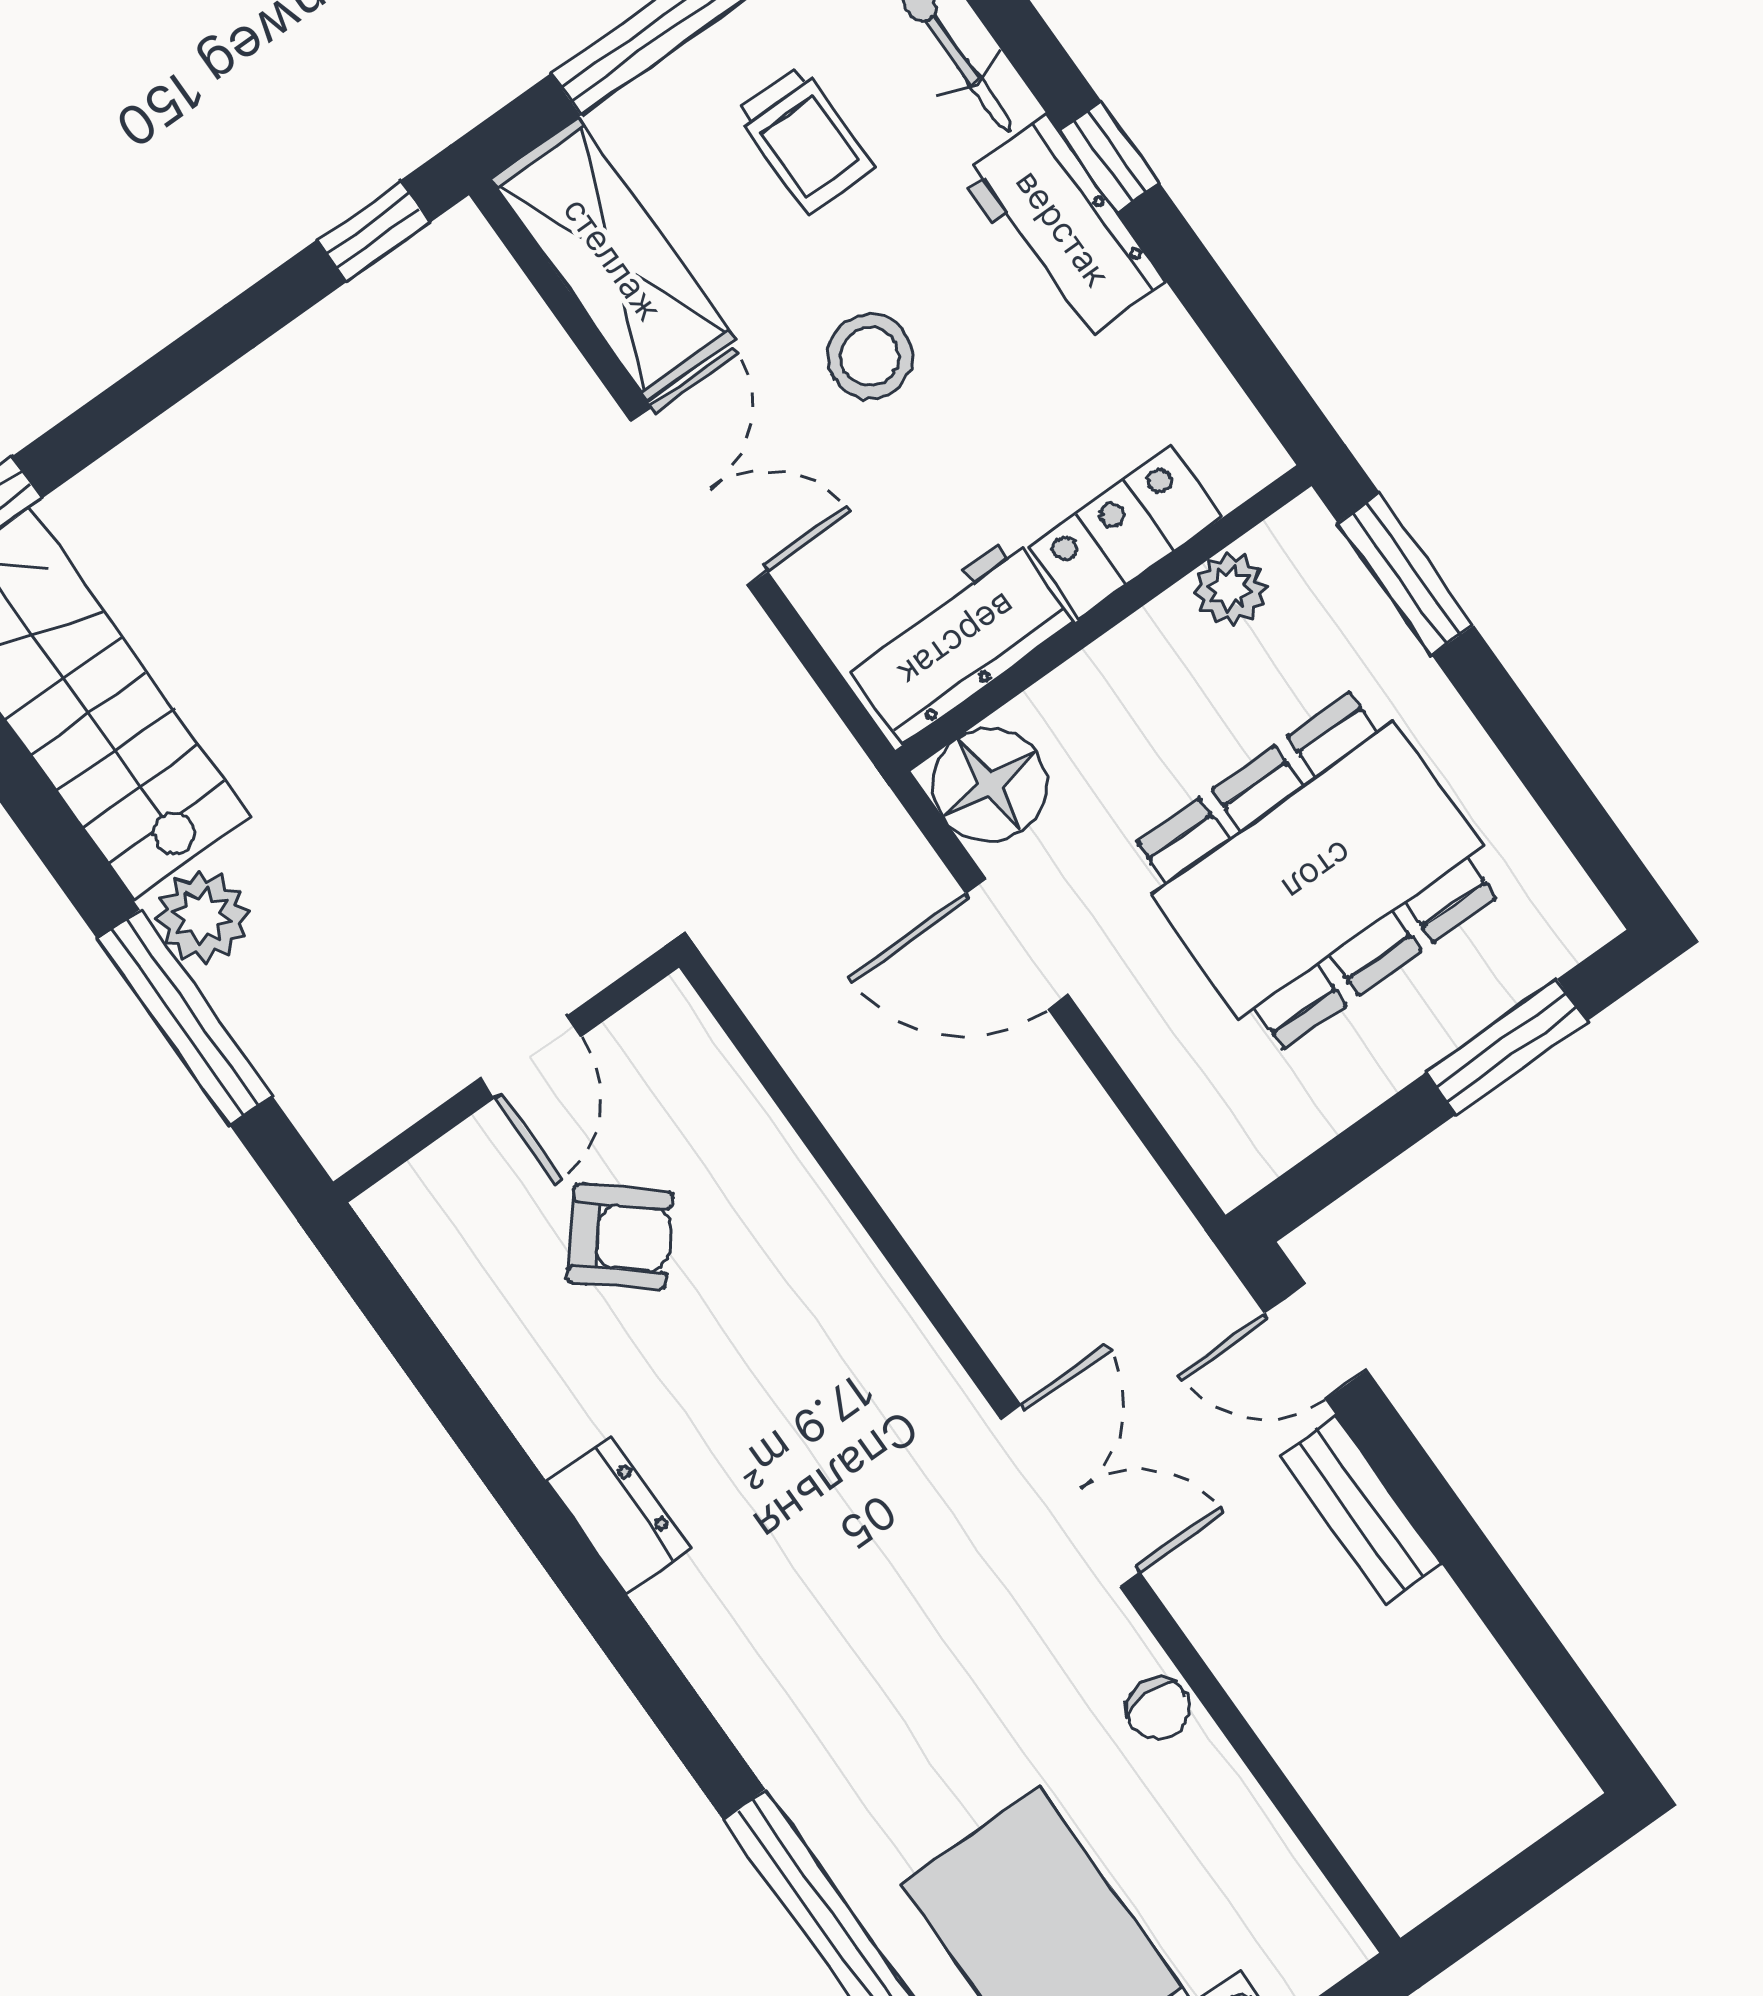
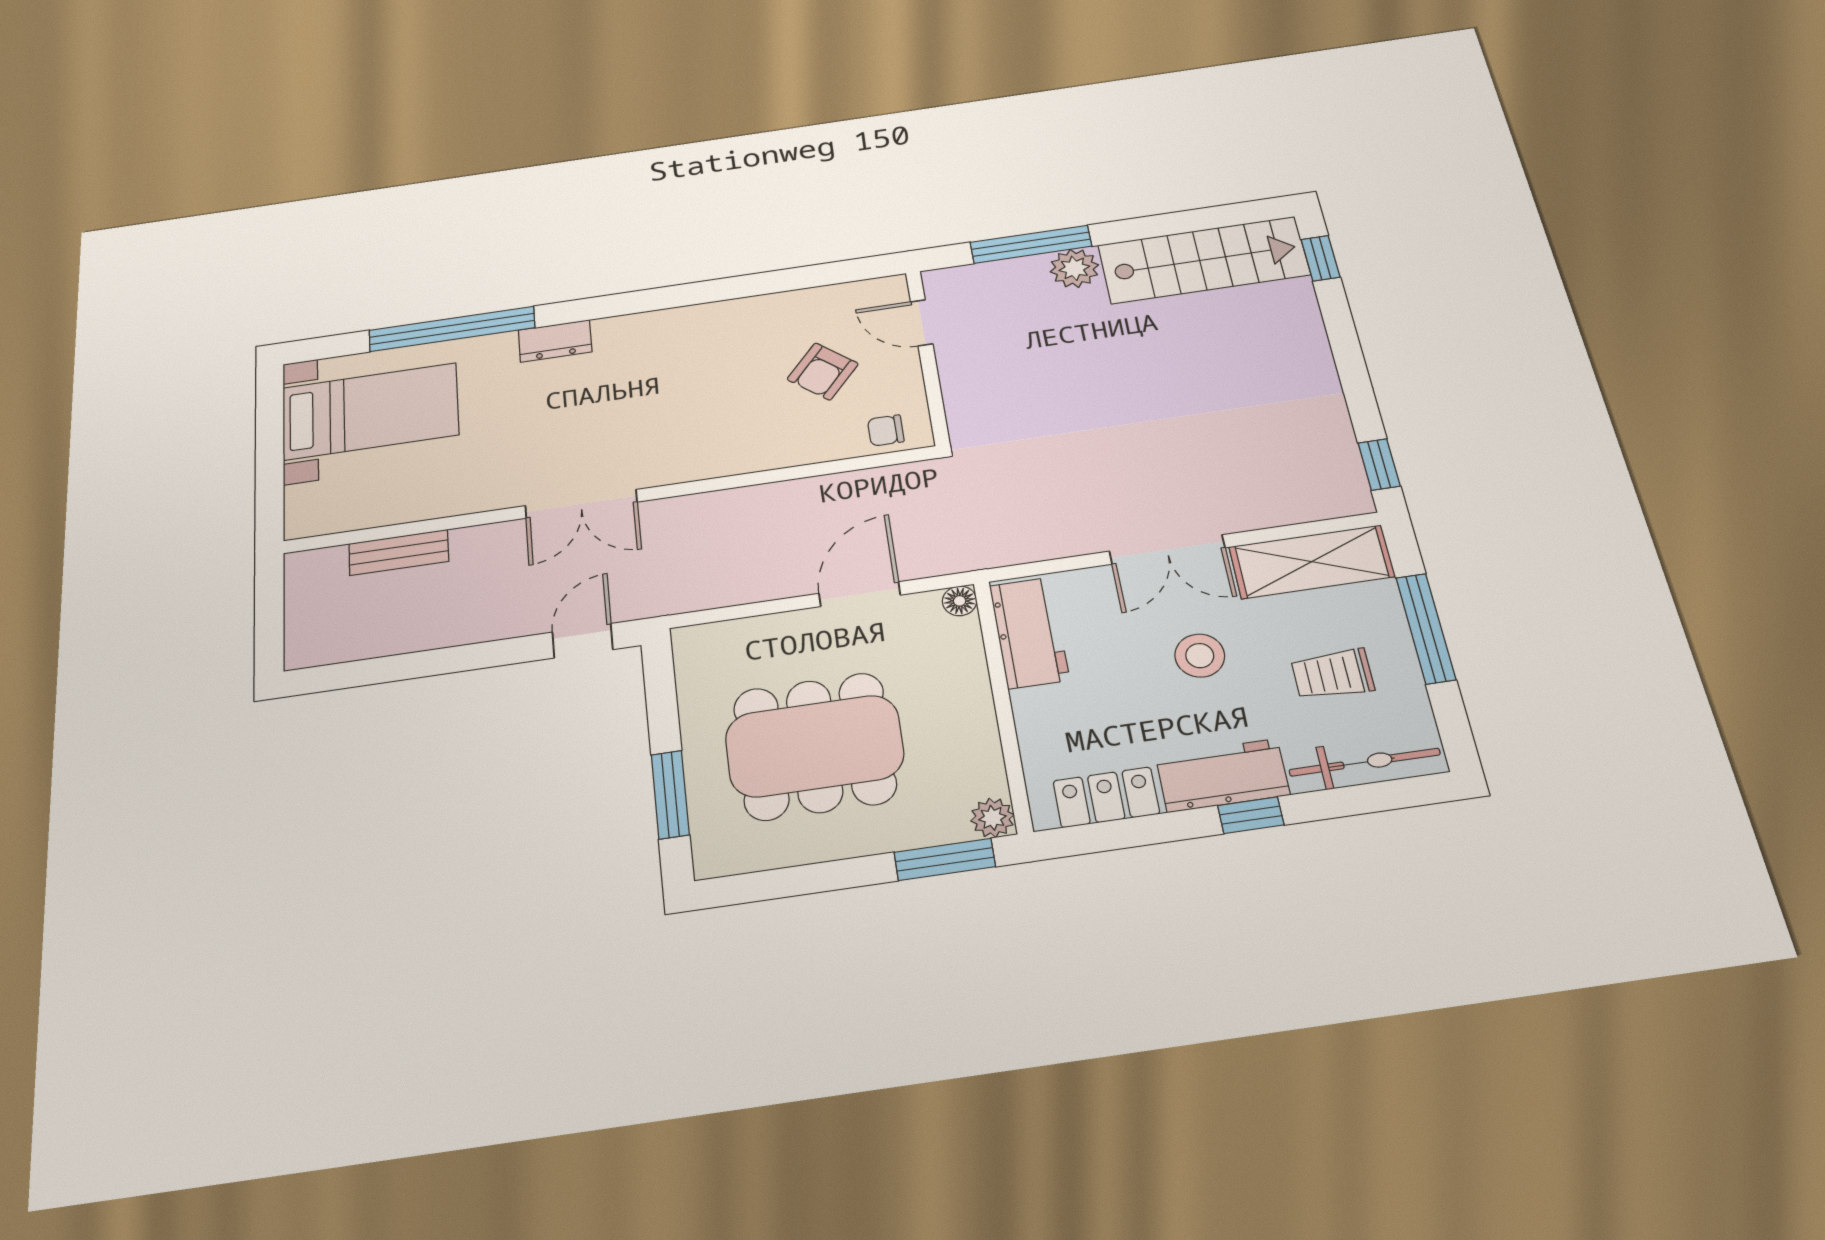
locker: (1125, 533) -> (1106, 797), moved, turned -90
plant: (1230, 589) -> (992, 818), moved
floor lamp: (990, 785) -> (960, 601), width x0.53, depth x0.53
dining table: (1317, 871) -> (814, 746), turned 90
door: (530, 1057) -> (922, 323), moved
bench: (1361, 1510) -> (399, 552), moved
dresser: (618, 1515) -> (555, 341), moved
chair: (1158, 1709) -> (886, 430), moved

